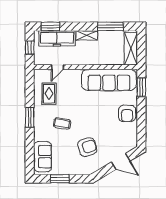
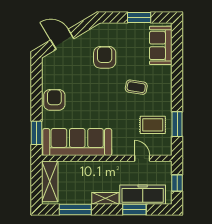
window: (50, 26) -> (134, 209), moved
door: (57, 67) -> (142, 158), hinge flipped
rug: (49, 94) -> (153, 125), turned 90
window: (30, 117) -> (177, 124), moved
armchair: (87, 147) -> (105, 57), turned 108

